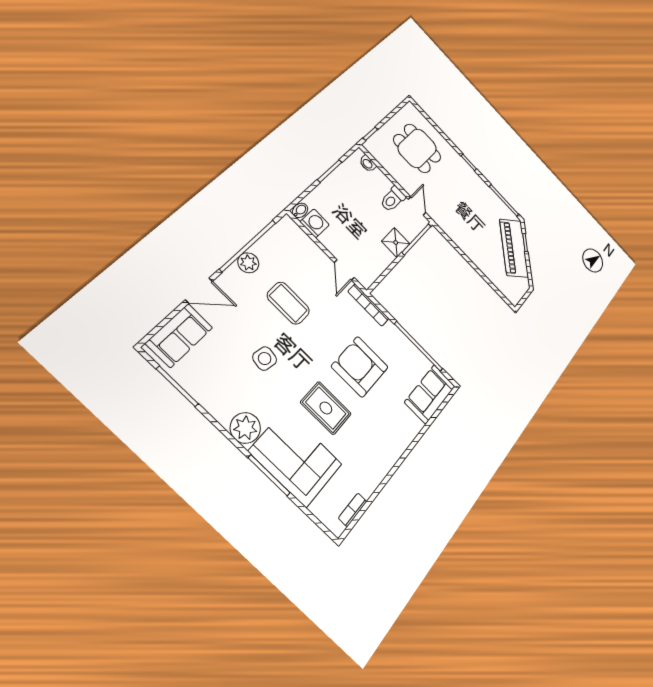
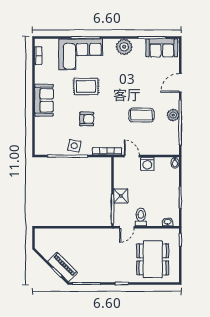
dining table: (417, 148) -> (153, 259), width x1.37
door: (417, 206) -> (127, 227), hinge flipped
washing machine: (315, 223) -> (147, 164), moved
piano: (514, 248) -> (63, 267), width x0.73, depth x0.75
sofa: (179, 335) -> (162, 48), moved, turned -90
side table: (265, 359) -> (74, 146), moved
armchair: (360, 367) -> (87, 119), width x0.53, depth x0.53
sofa: (430, 394) -> (44, 100), moved
plant: (245, 428) -> (124, 47), moved

